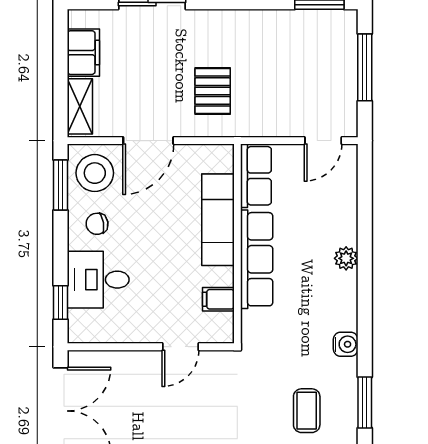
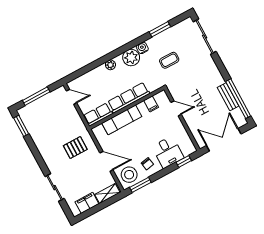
plant: (338, 310) -> (131, 58), added
coffee table: (307, 411) -> (169, 60), moved

